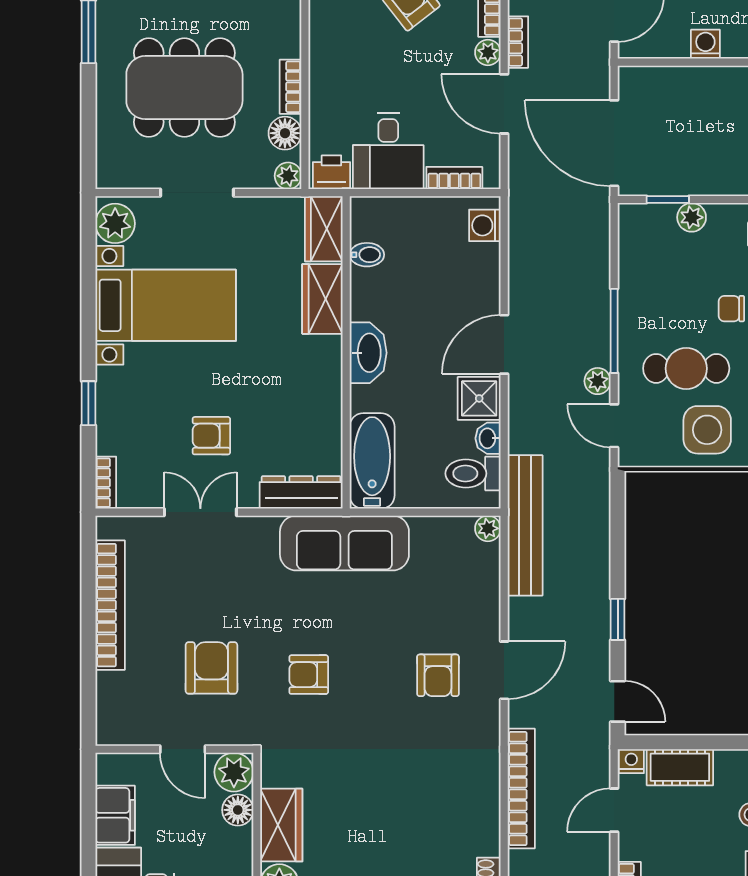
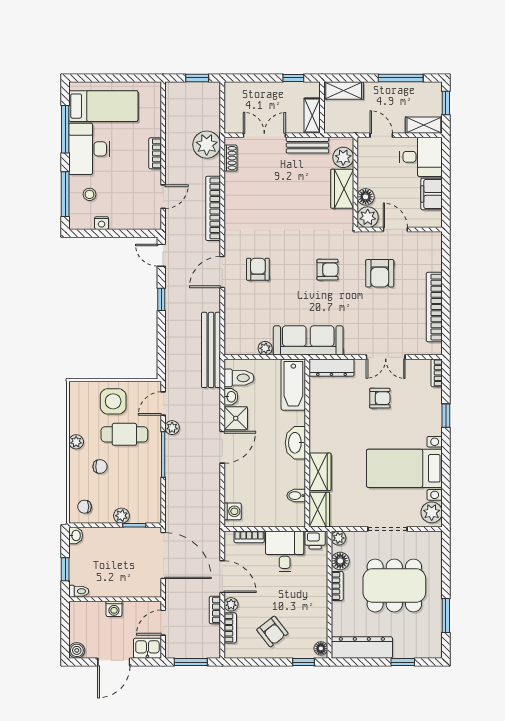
door: (614, 426) -> (163, 404), swing flipped
plant: (488, 528) -> (265, 348), moved
nightstand: (631, 761) -> (102, 223), moved
cot: (680, 767) -> (128, 220), removed

